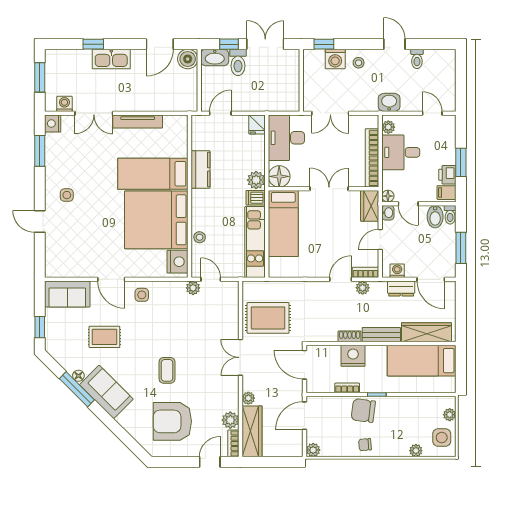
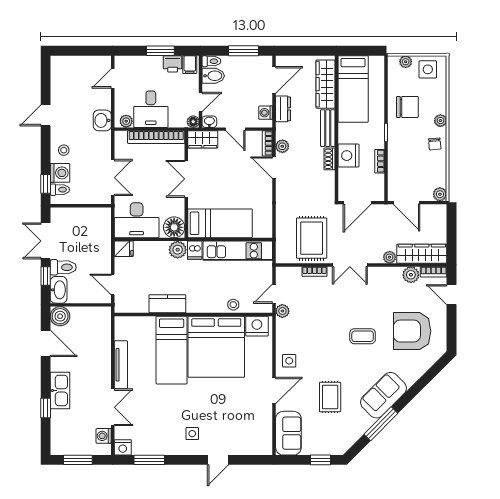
toilet: (417, 59) -> (60, 190), moved
bookcase: (234, 321) -> (315, 272), added
floor lamp: (78, 376) -> (368, 422), removed
chair: (363, 410) -> (407, 107), moved, turned -97
armchair: (172, 421) -> (412, 331), turned 90
plant: (416, 451) -> (440, 121), moved

